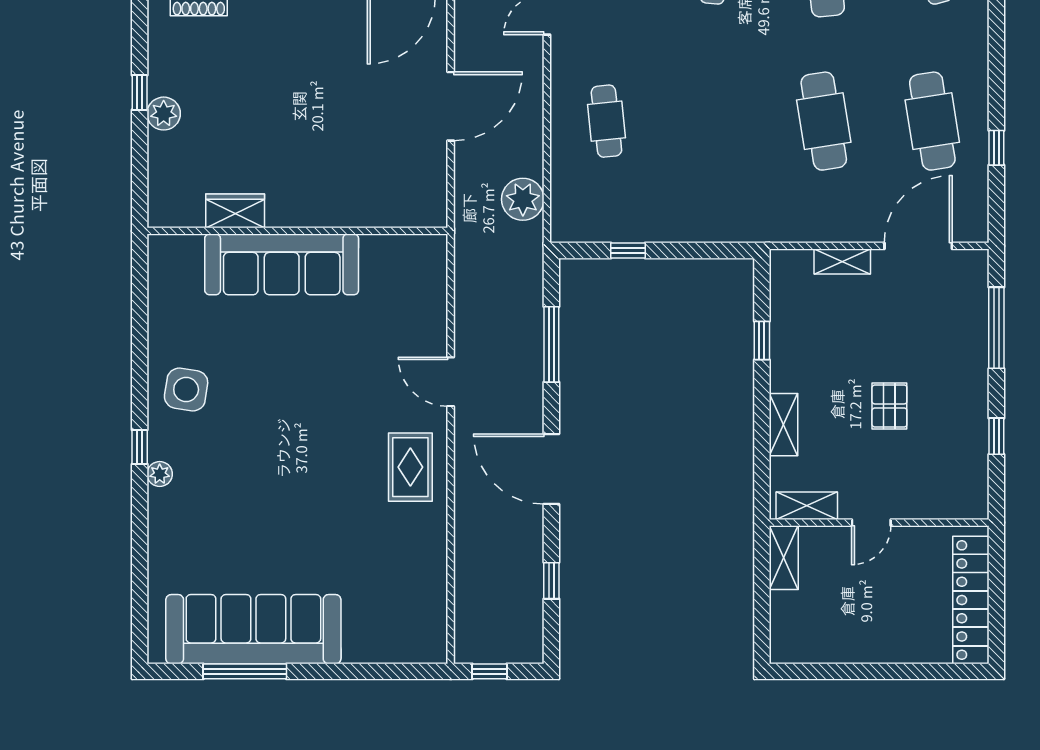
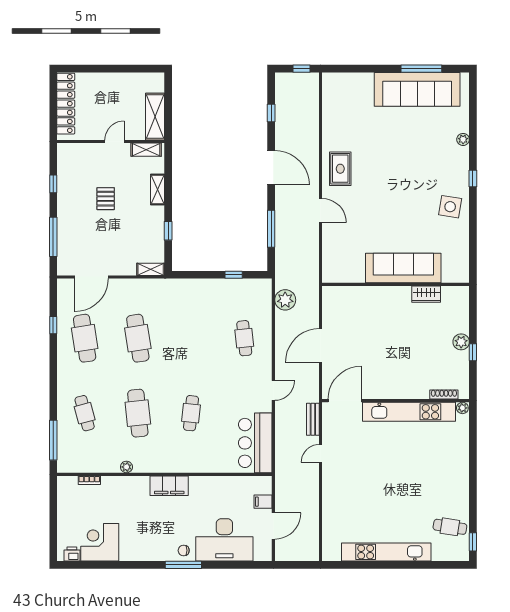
shelving: (842, 262) -> (151, 269), moved
plant: (160, 474) -> (463, 139), moved
shelving: (784, 558) -> (155, 117), width x1.50, depth x1.33

